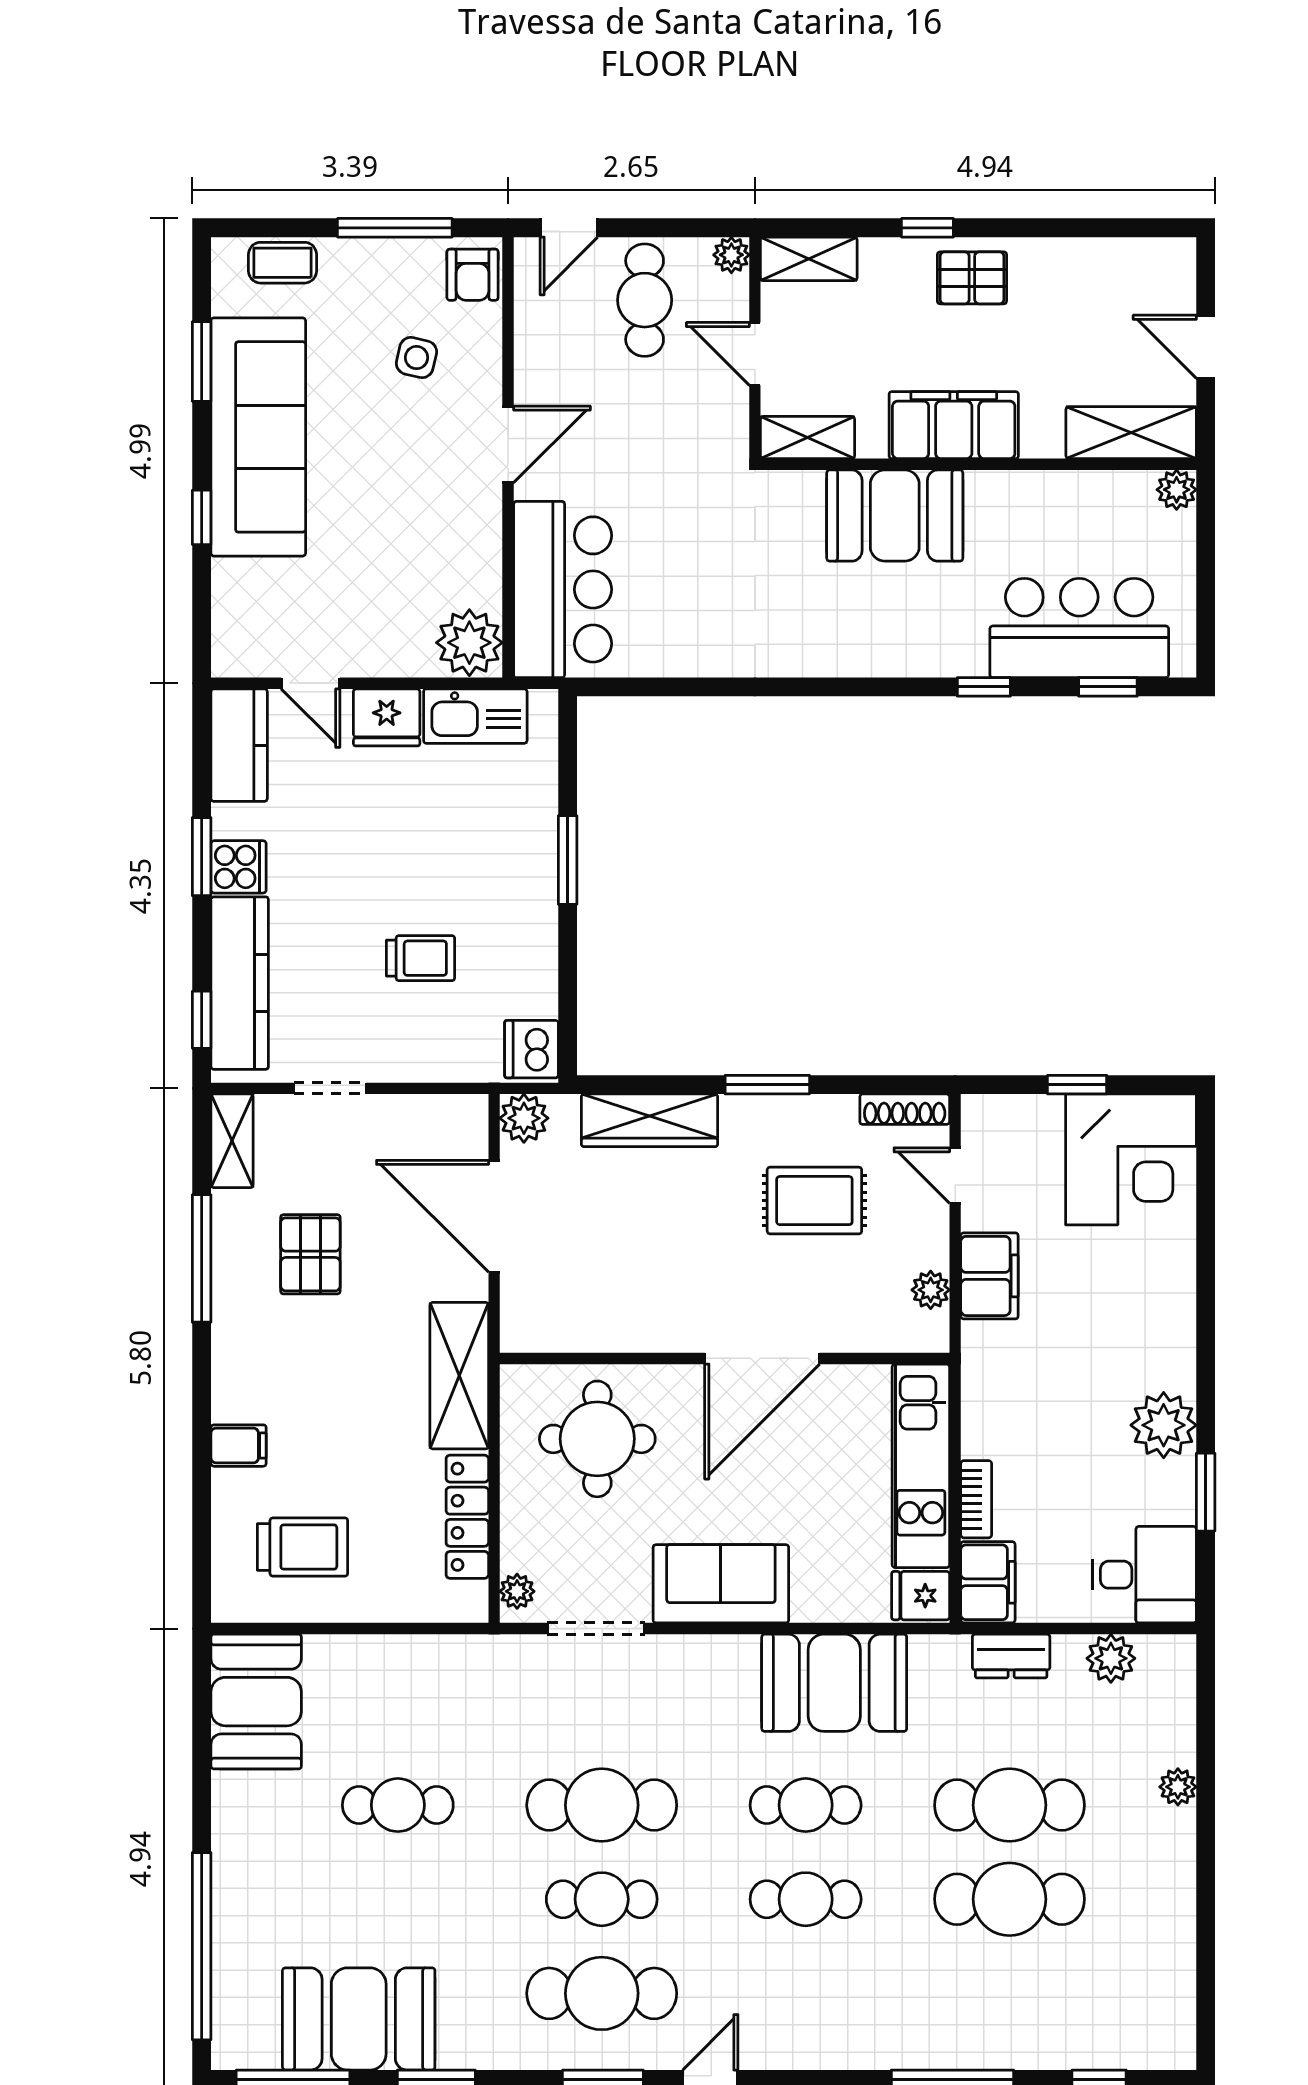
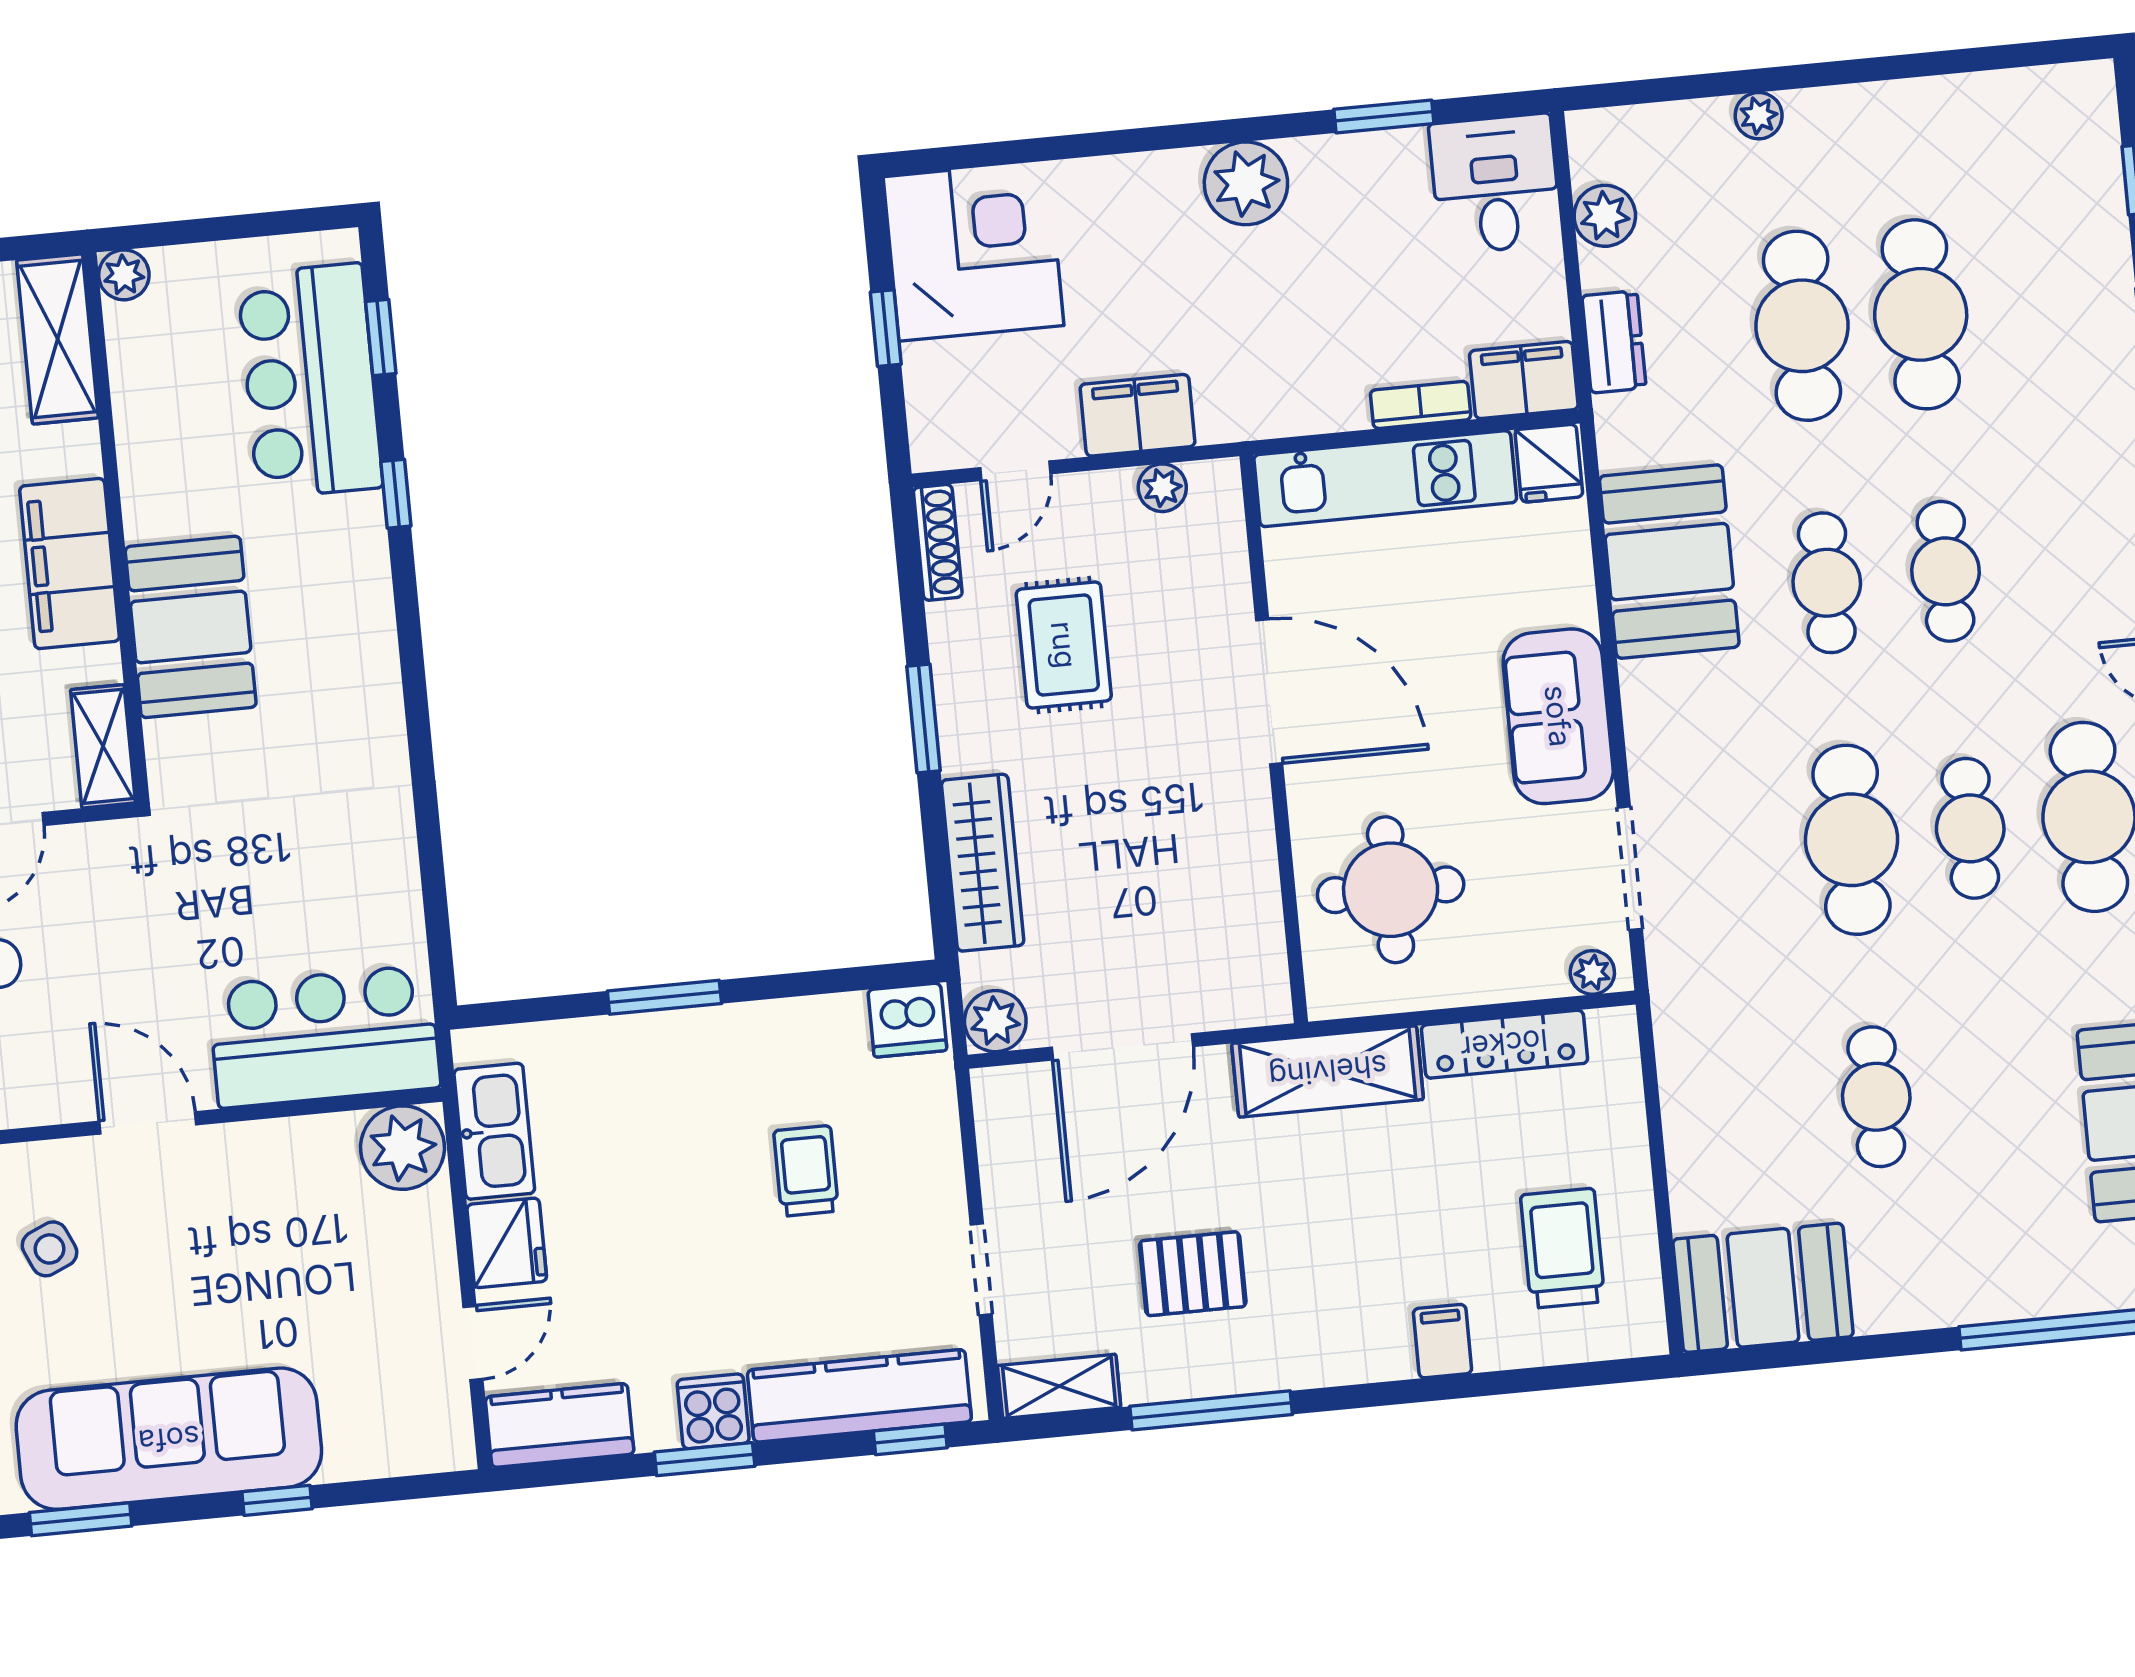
side table: (416, 358) -> (50, 1249), turned -37
plant: (1164, 1425) -> (1246, 183), moved

